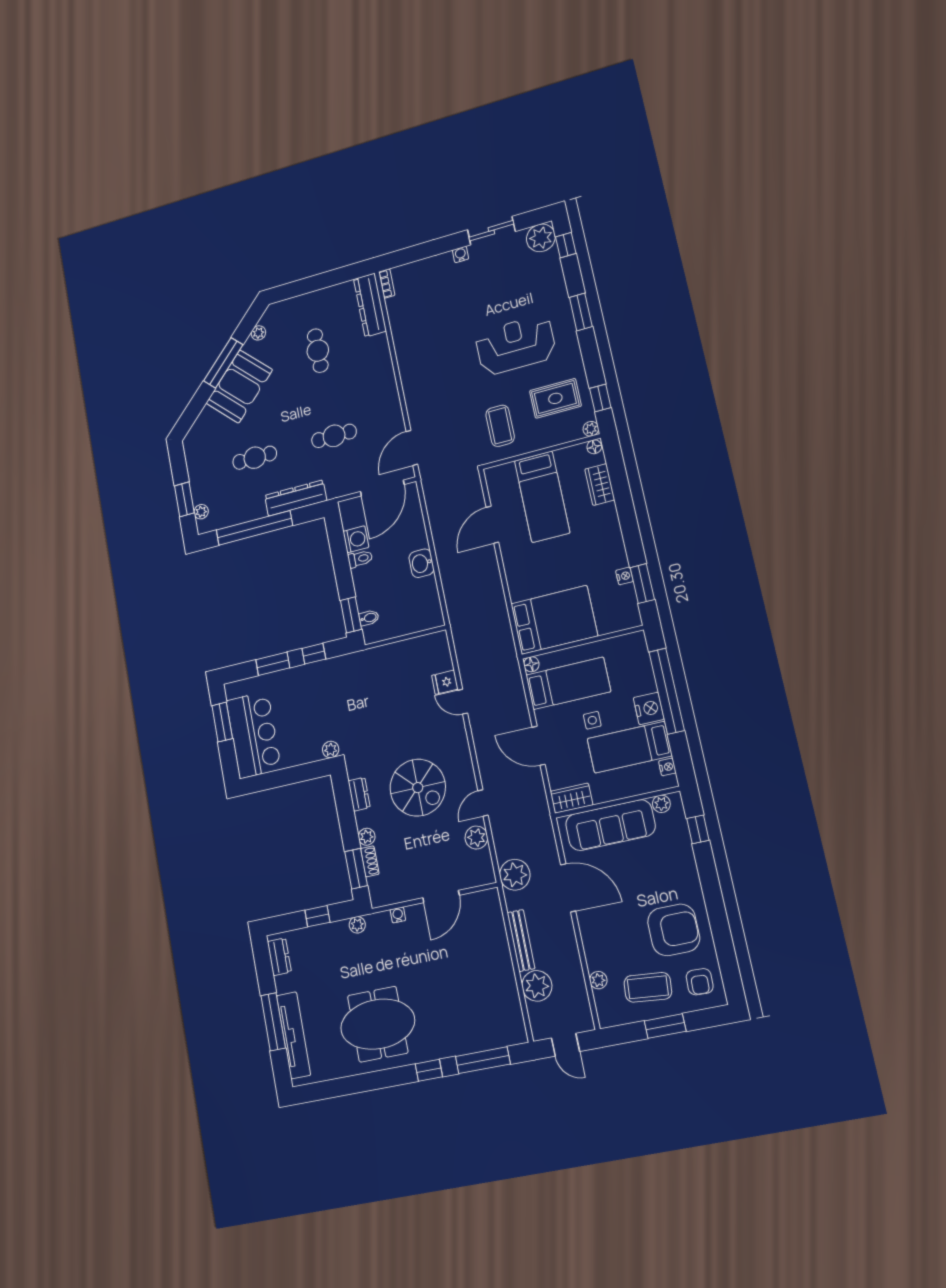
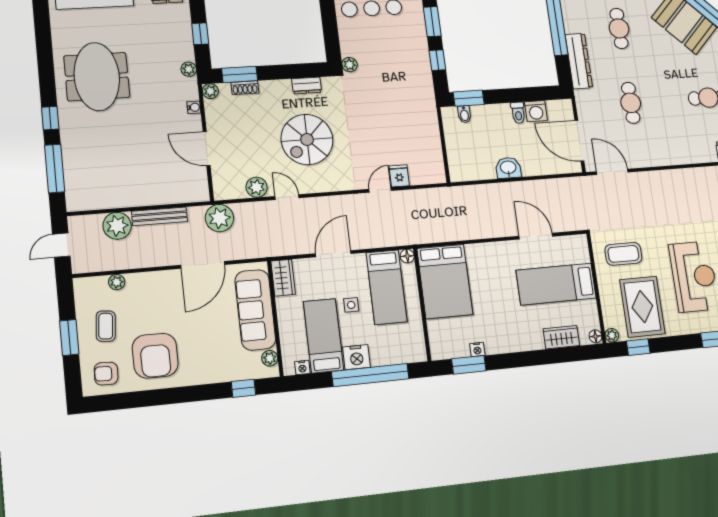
rug: (555, 398) -> (642, 307), width x1.36, depth x1.43
plant: (367, 837) -> (210, 91), moved
coffee table: (648, 987) -> (106, 326), width x0.73, depth x0.77

